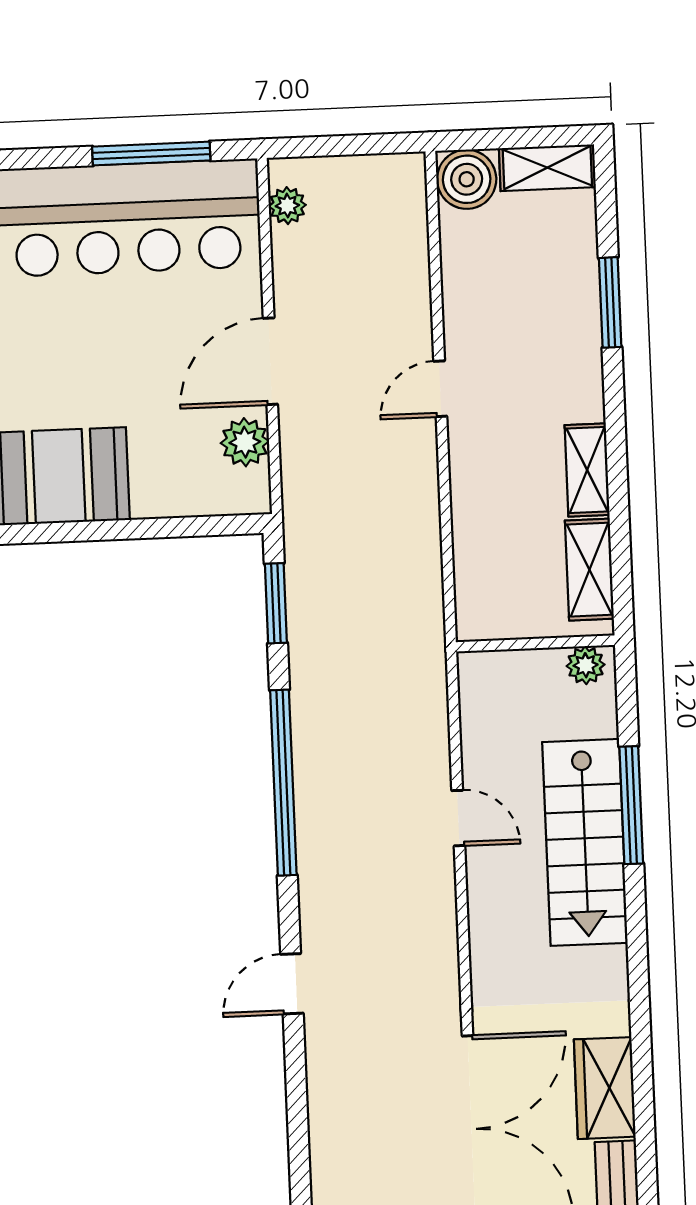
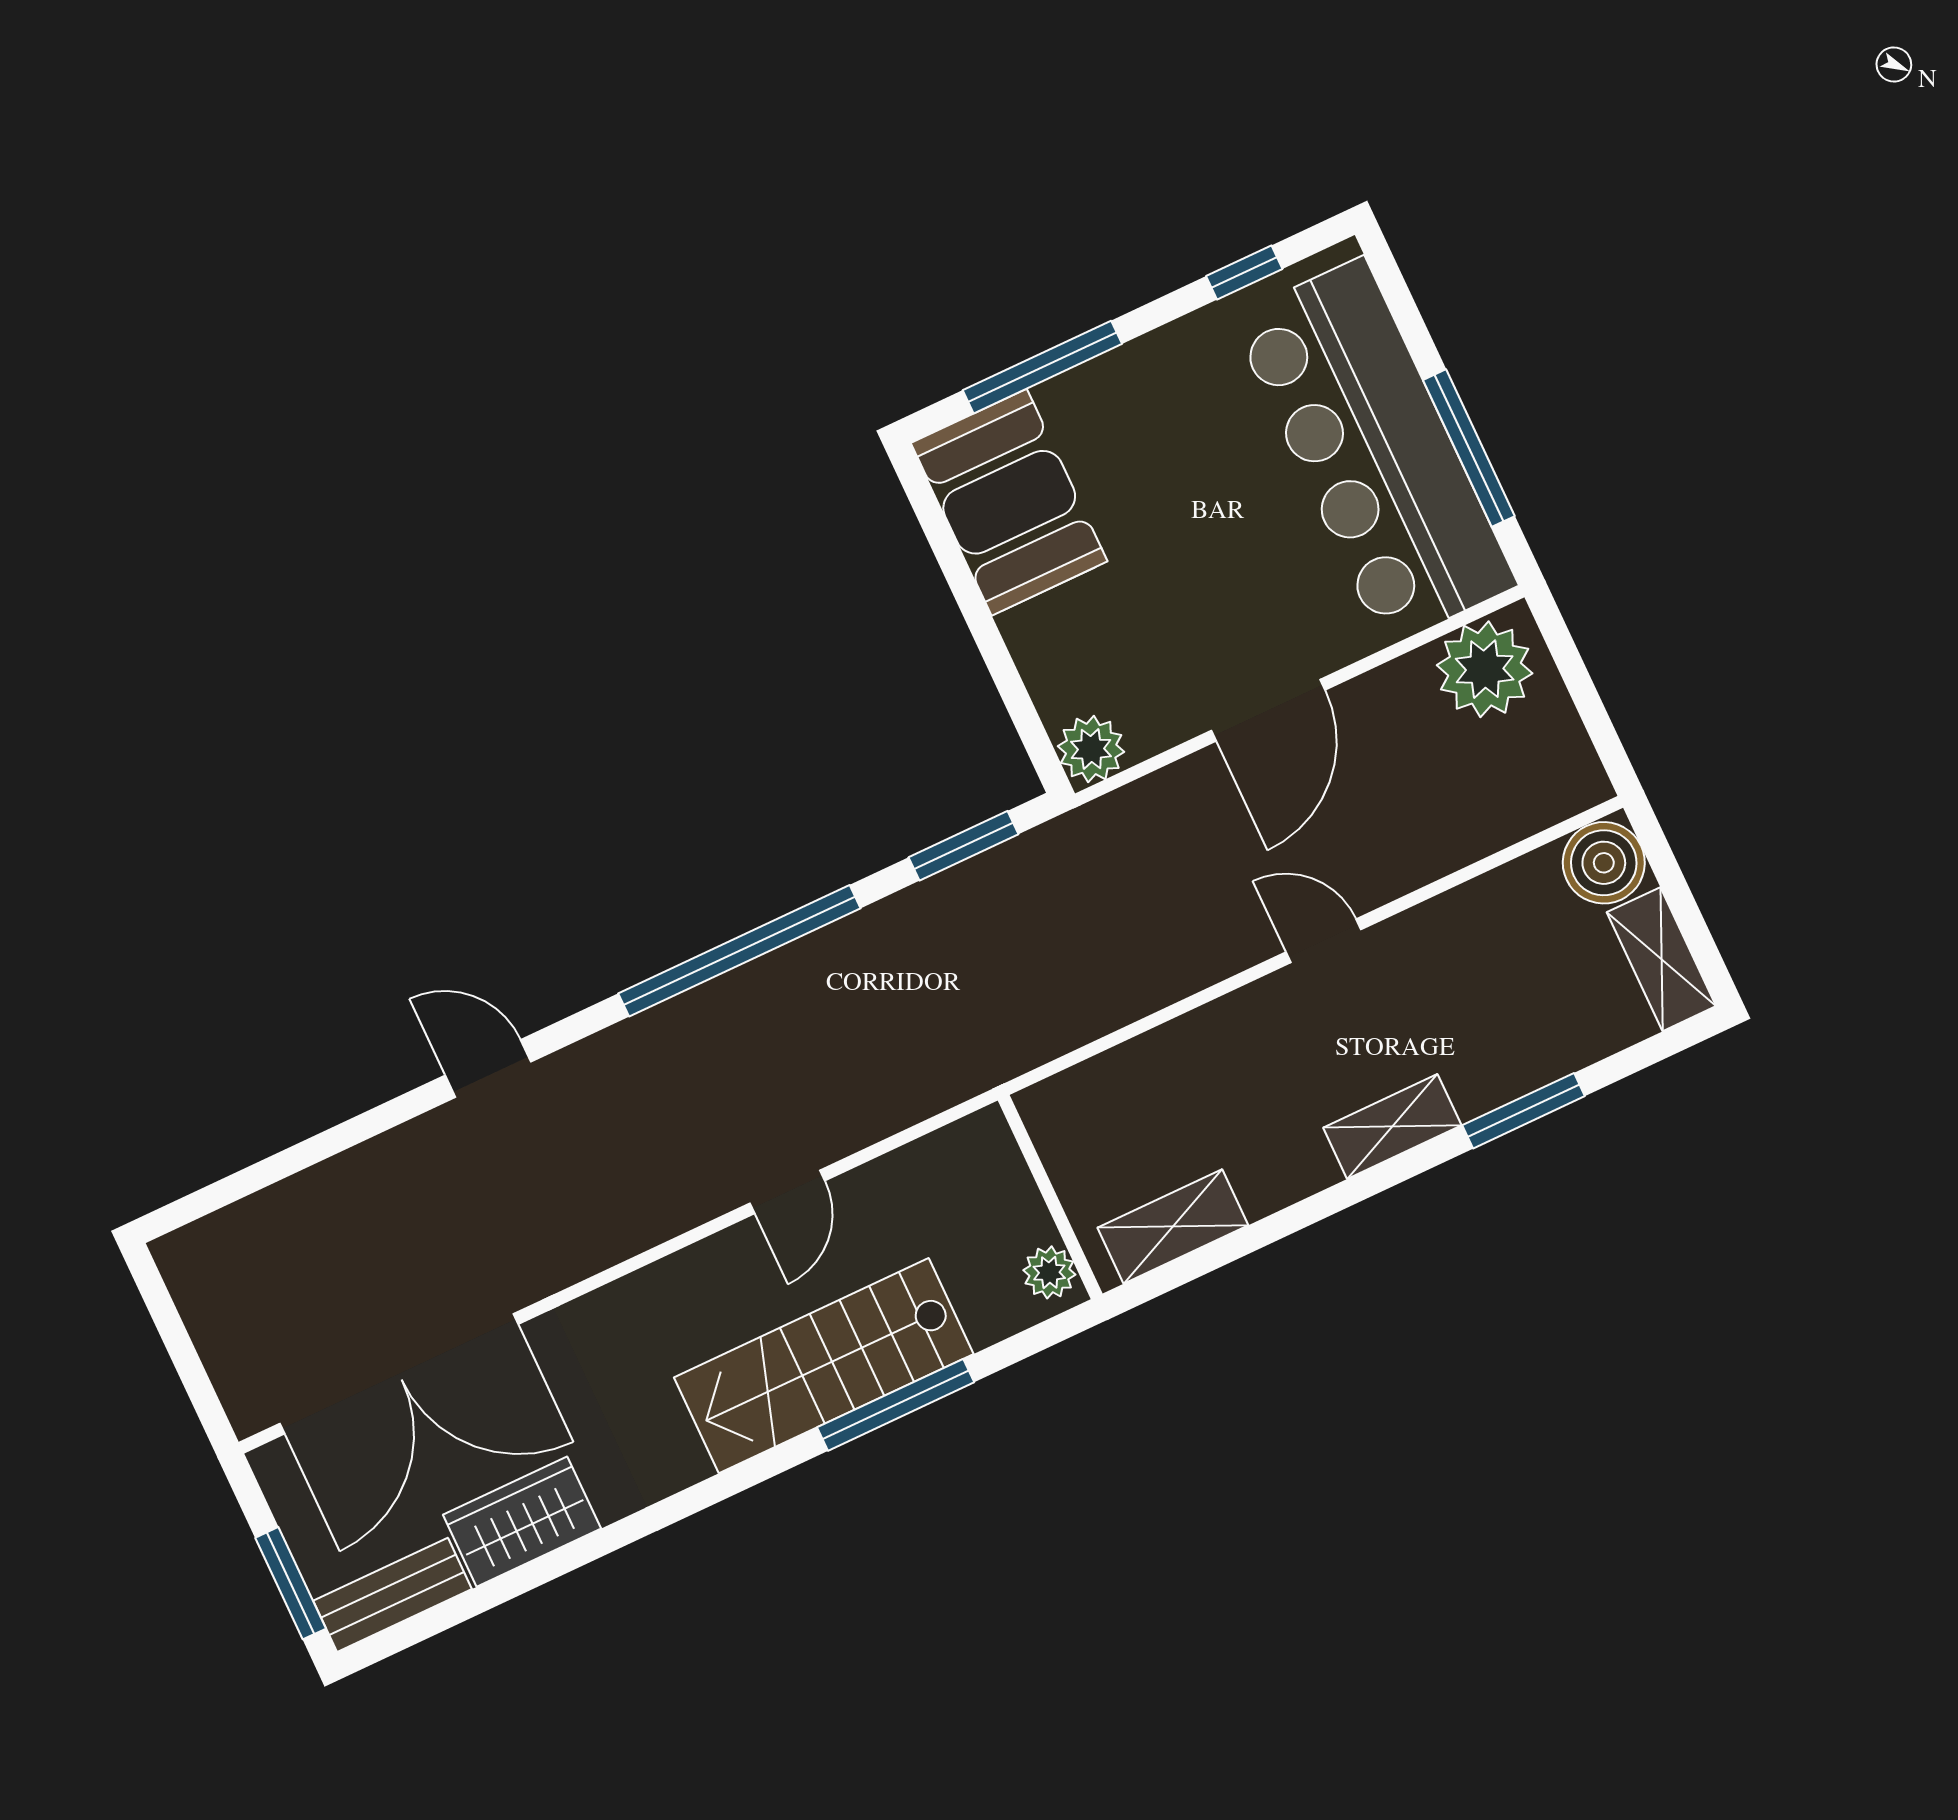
plant: (287, 206) -> (1485, 669), width x1.88, depth x1.88
door: (270, 361) -> (1268, 710), swing flipped
plant: (245, 442) -> (1091, 749), moved
shelving: (587, 470) -> (1392, 1127), moved

